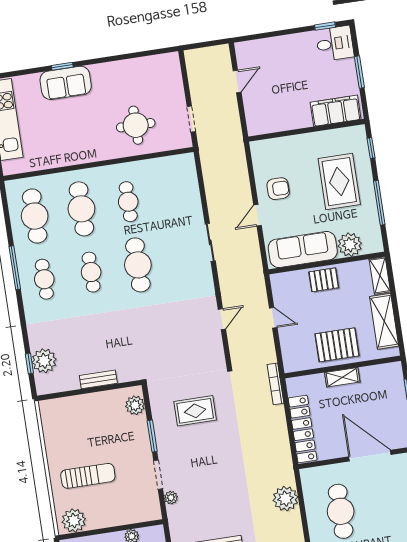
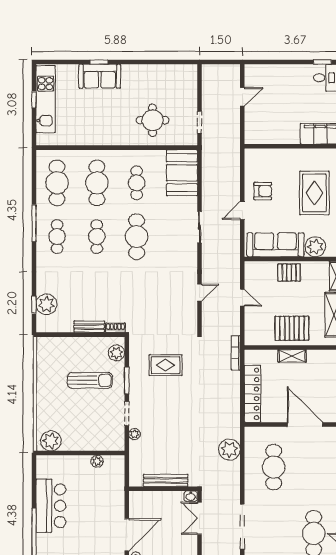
booth: (180, 182) -> (182, 173), added
shoe rack: (129, 376) -> (115, 328), added
sun lounger: (88, 476) -> (90, 380), moved

